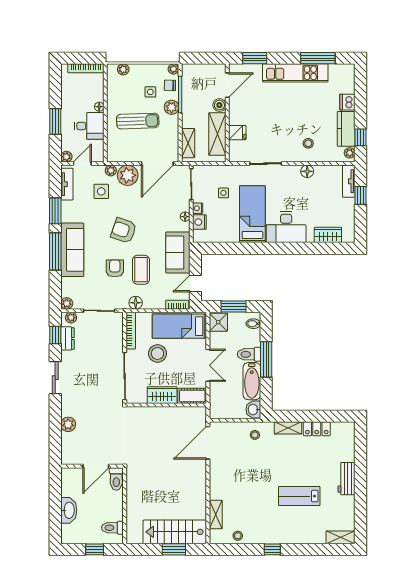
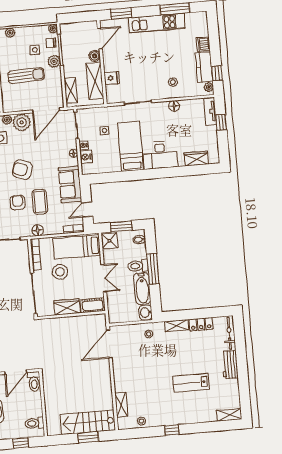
bicycle: (349, 442) -> (229, 333), added

